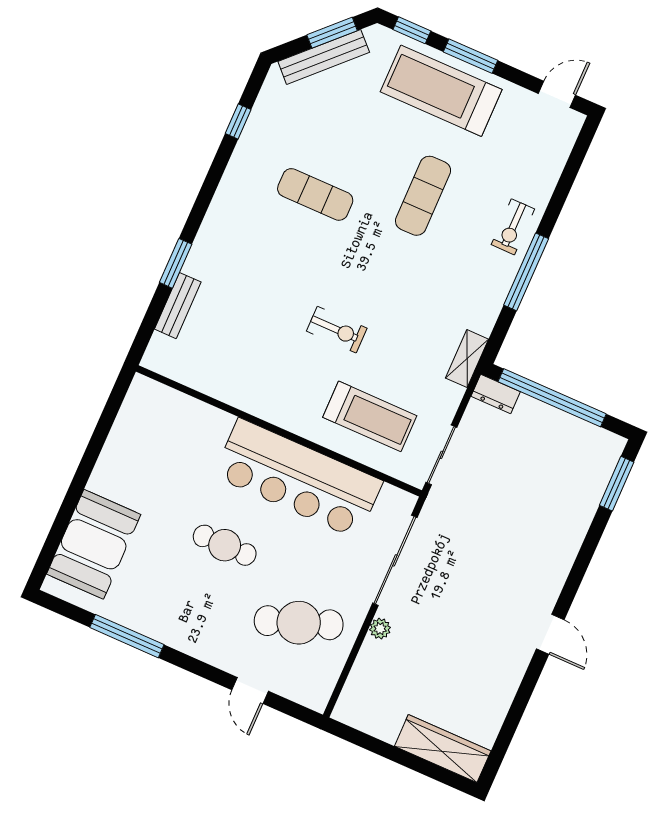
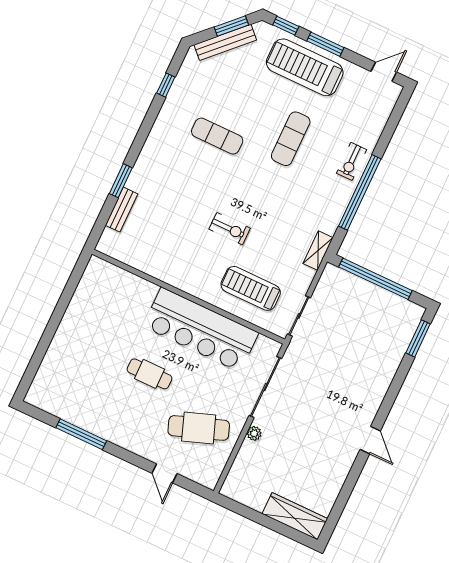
window: (526, 272) -> (360, 192), width x1.46
dresser: (496, 394) -> (337, 275), removed
treadmill: (370, 416) -> (251, 288), turned 180
booth: (94, 544) -> (60, 371), removed

